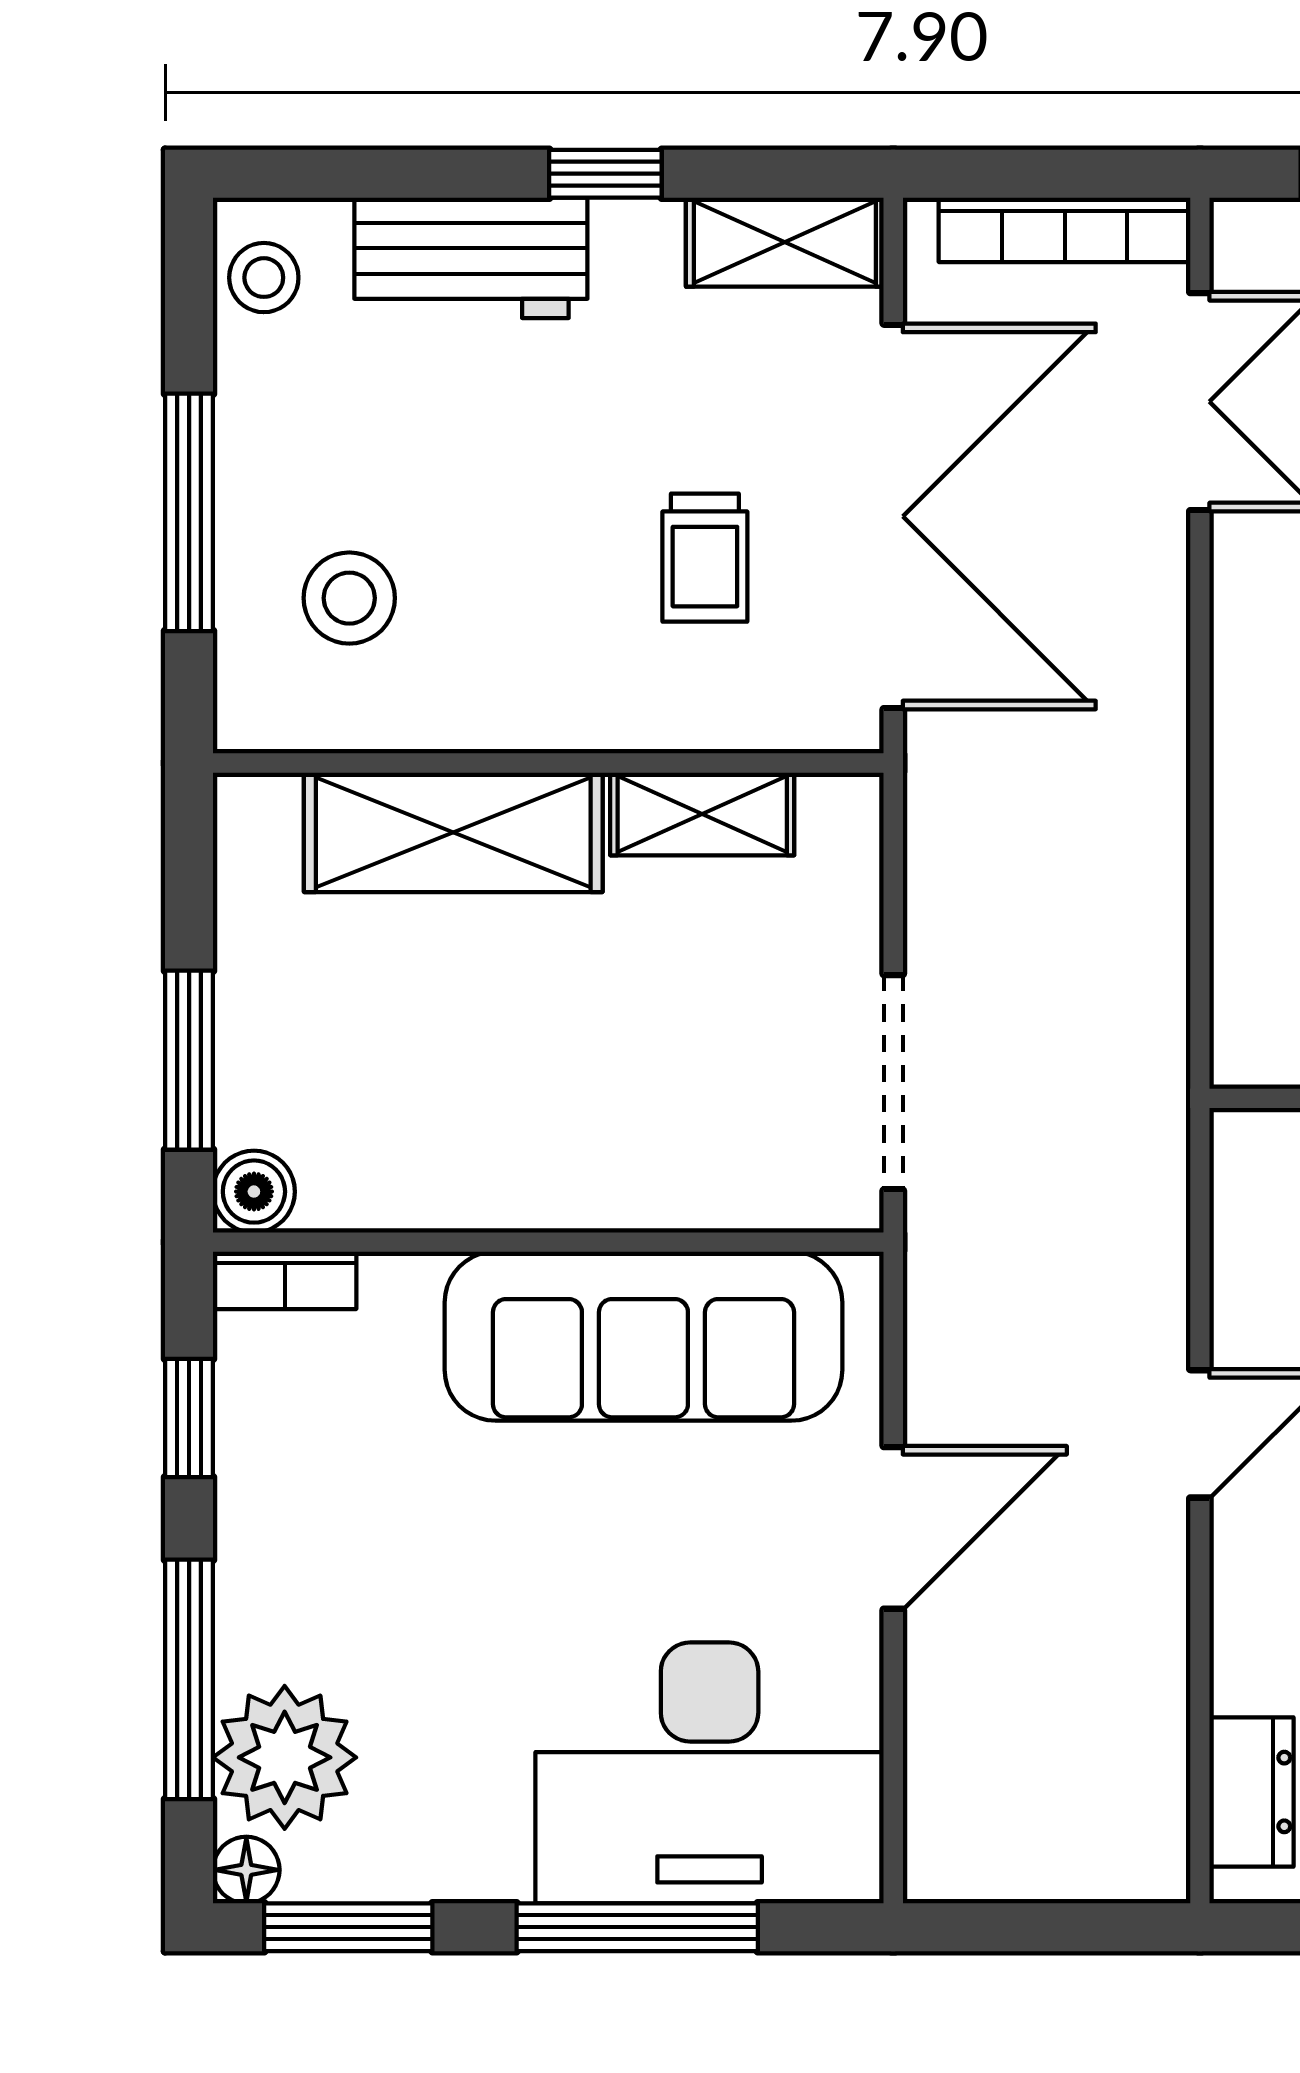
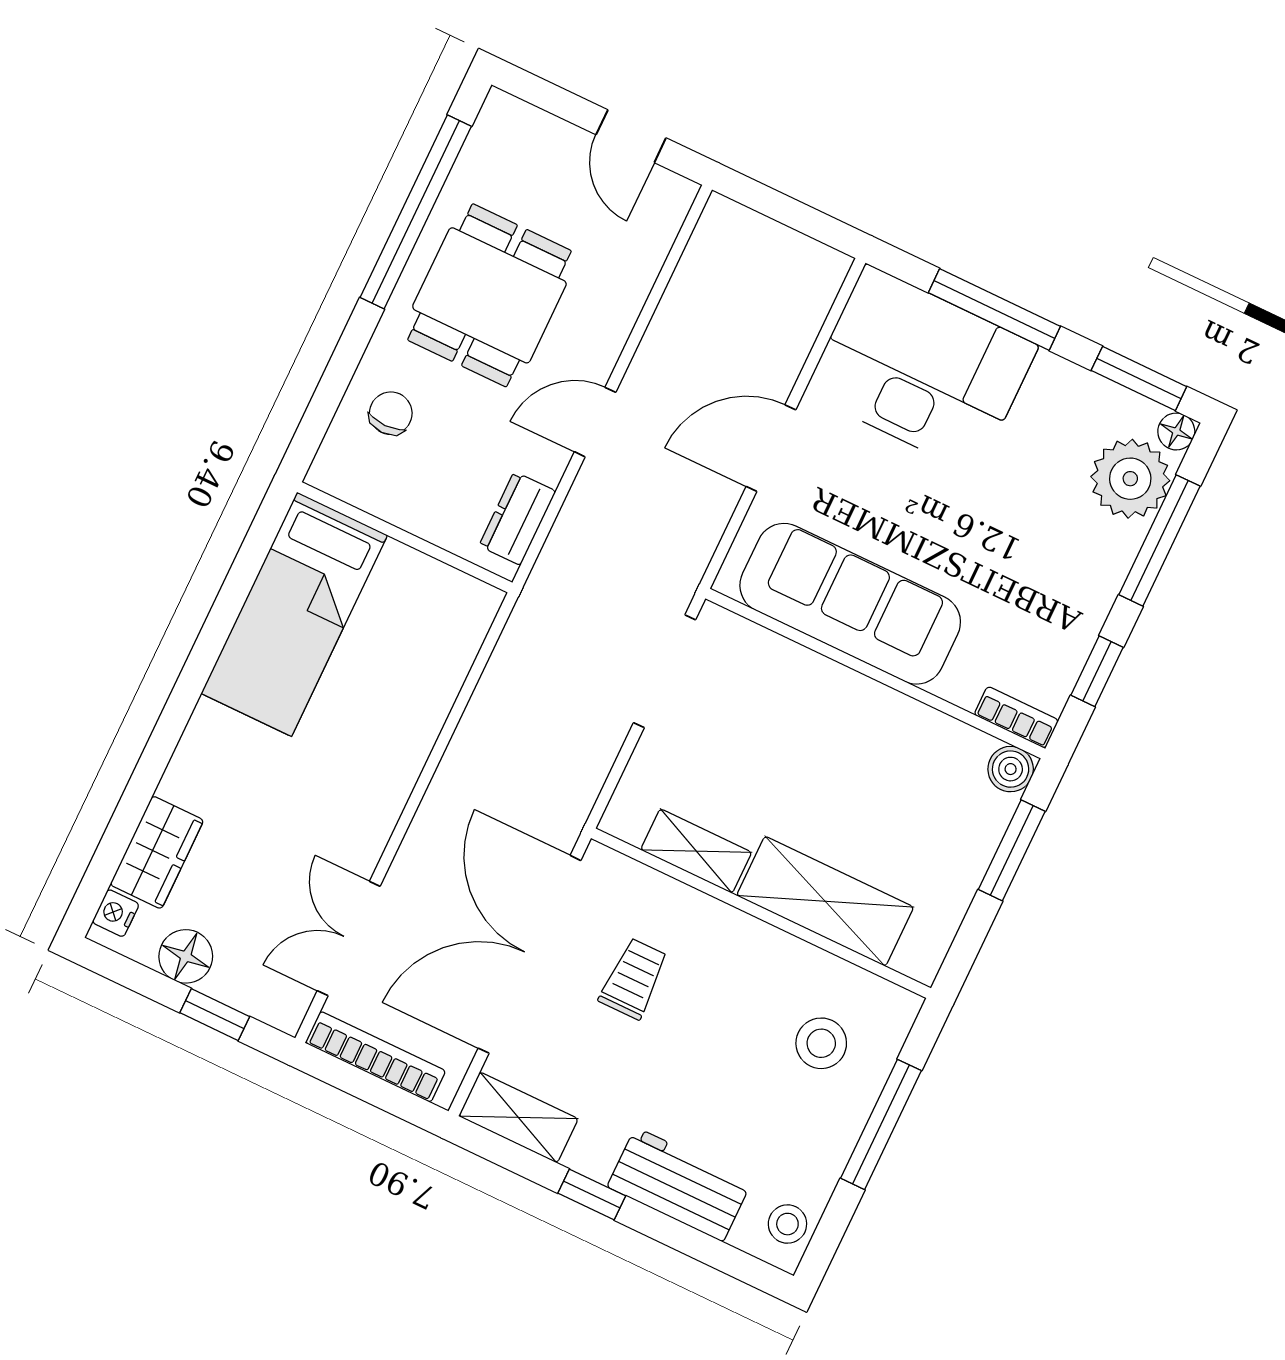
dresser: (1251, 1792) -> (517, 518), moved

